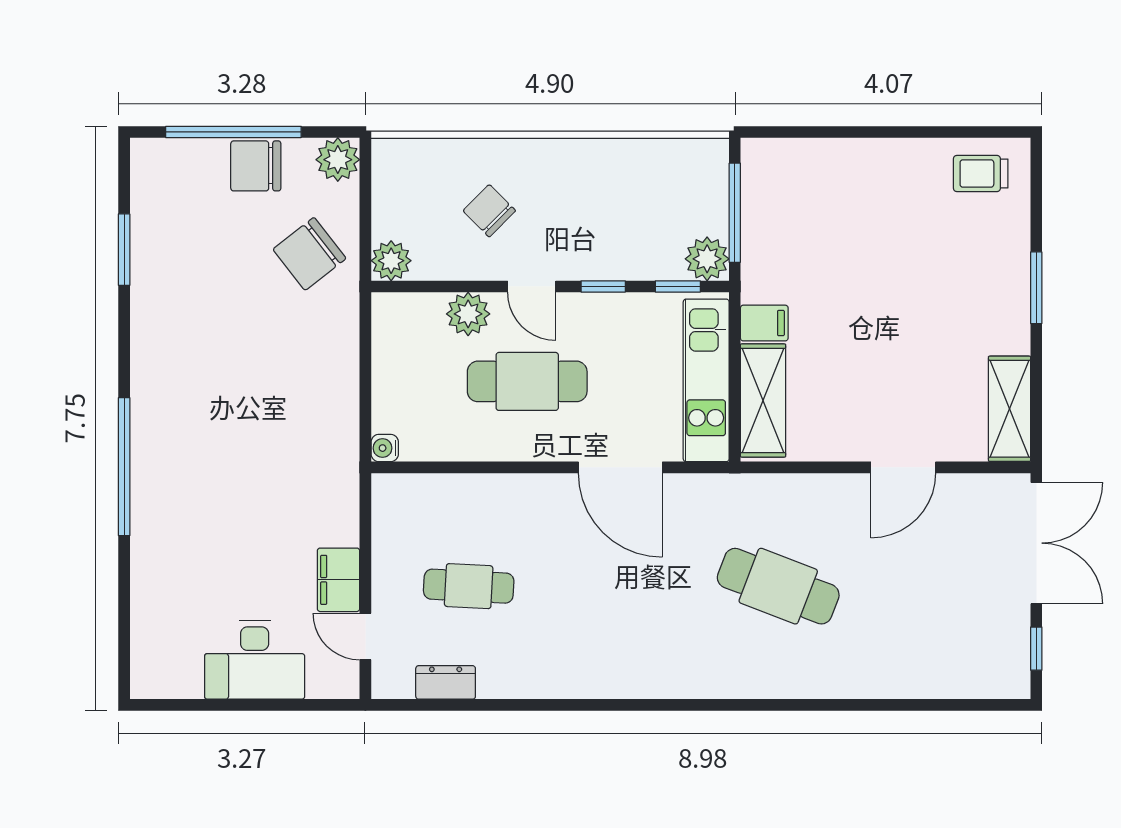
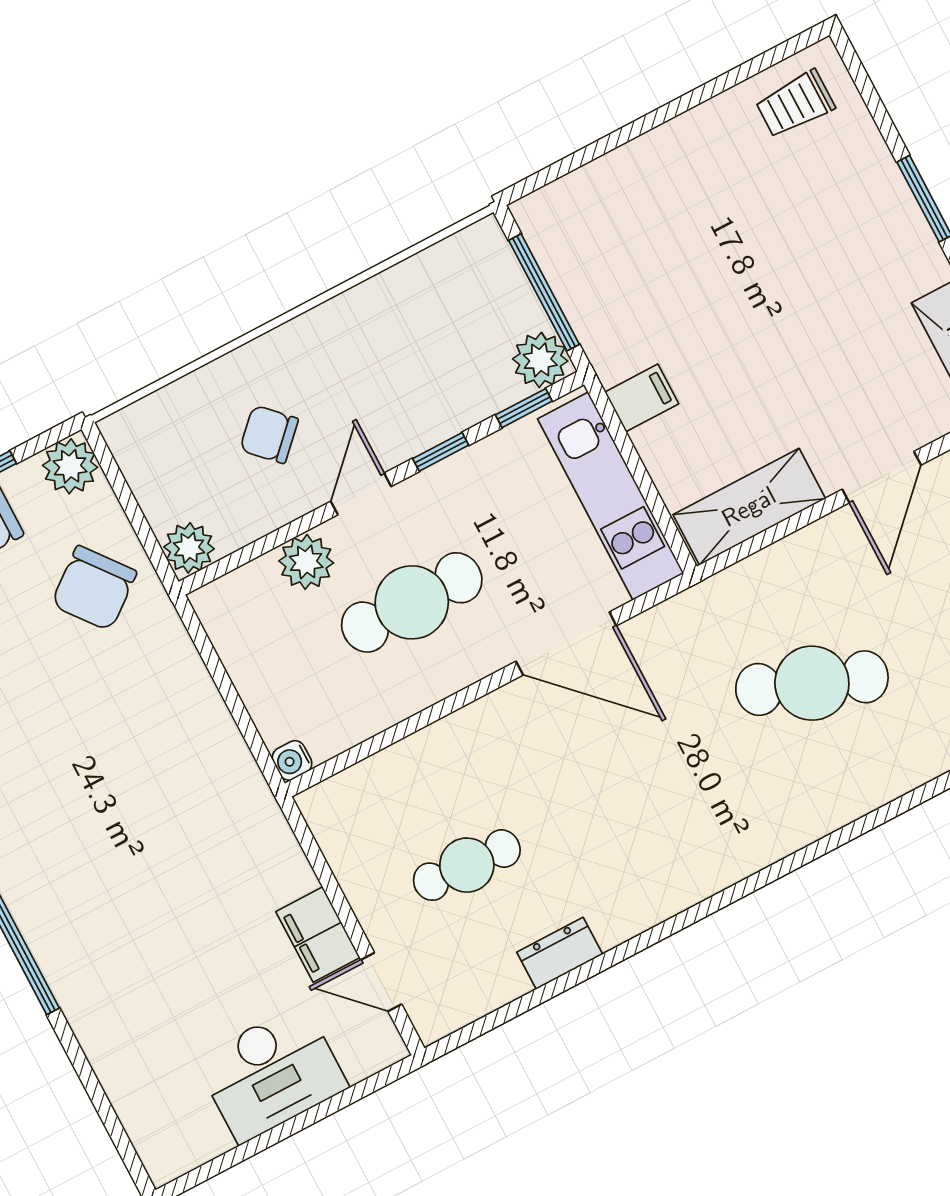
door: (532, 286) -> (361, 494), swing flipped
shelving: (763, 401) -> (749, 507), moved, turned 90
dresser: (446, 682) -> (560, 953), moved

